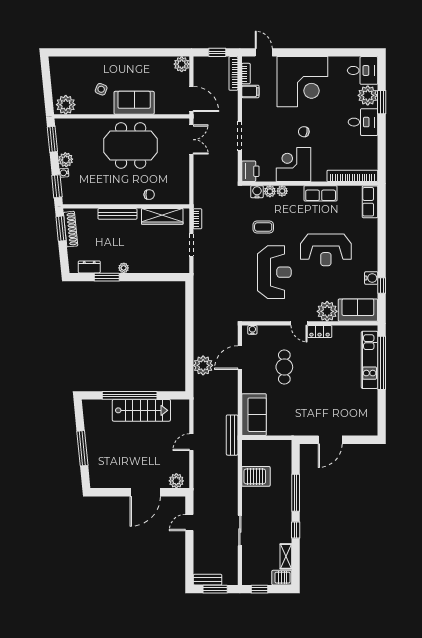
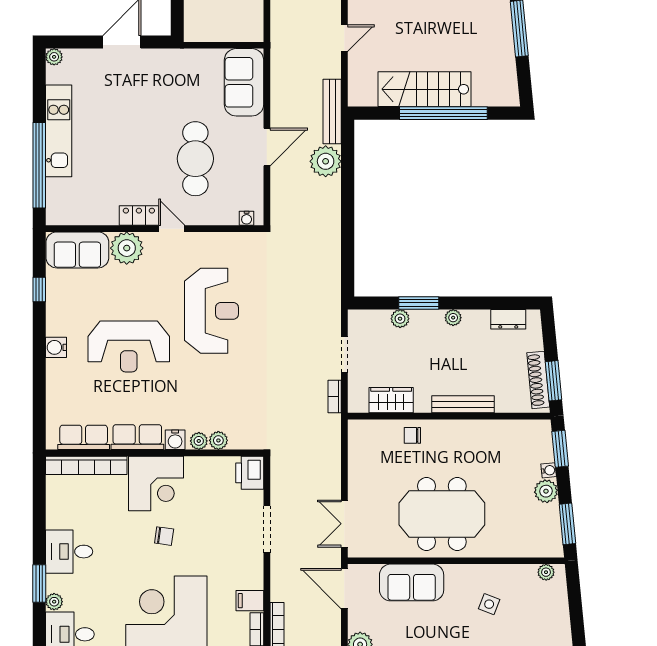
plant: (368, 95) -> (54, 602), width x0.53, depth x0.53
sofa: (134, 103) -> (412, 582), moved
plant: (66, 105) -> (546, 572), width x0.53, depth x0.53
corner desk: (293, 164) -> (156, 484), moved
water cooler: (257, 192) -> (175, 440), moved
row of seats: (370, 202) -> (84, 437), moved, turned -90
wardrobe: (162, 216) -> (391, 400), width x0.67
coffee table: (263, 227) -> (229, 383), removed
reception desk: (326, 250) -> (129, 347), turned 180
plant: (157, 267) -> (400, 319), added
reception desk: (274, 272) -> (211, 311), turned 180
window: (107, 277) -> (419, 303), moved
water cooler: (371, 278) -> (56, 347), moved
door: (240, 358) -> (267, 147), moved
kitchen unit: (370, 360) -> (59, 131), moved
cafe table: (284, 367) -> (195, 159), width x1.37, depth x1.35
plant: (372, 431) -> (54, 57), added
bench: (232, 435) -> (332, 111), moved

